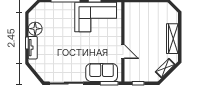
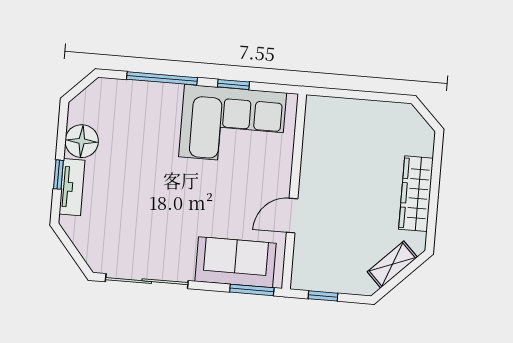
door: (123, 52) -> (292, 216), swing flipped

